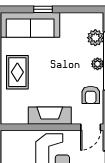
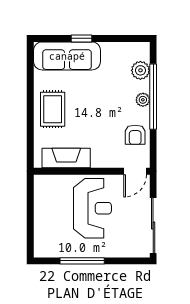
fireplace: (50, 116) -> (66, 158), moved

